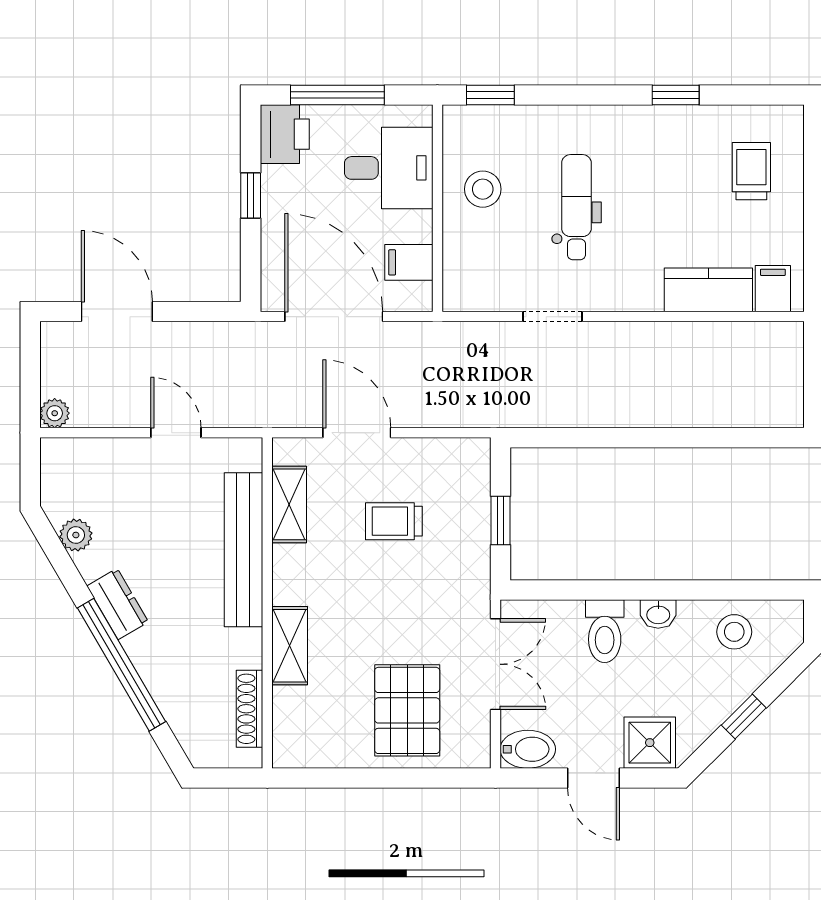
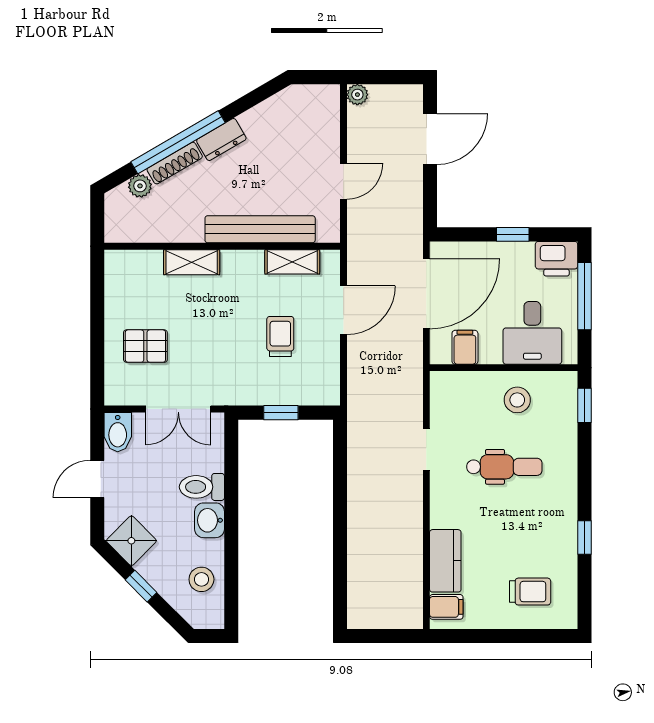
plant: (76, 535) -> (140, 186), moved
washbasin: (658, 614) -> (210, 520), width x1.38, depth x1.45
shoe rack: (249, 709) -> (175, 163), moved, turned 150
pallet: (407, 710) -> (145, 346), width x0.67, depth x0.71
shower: (650, 743) -> (131, 541), moved, turned 45

